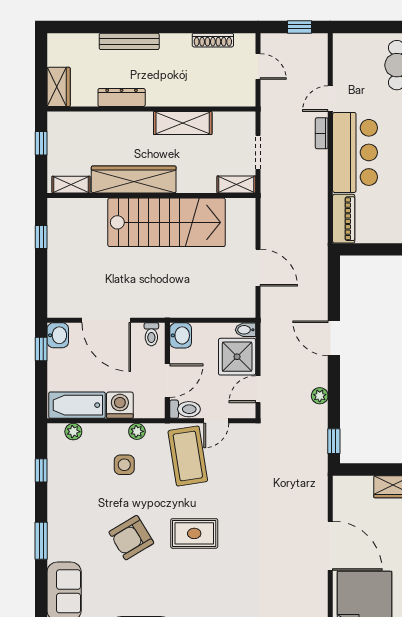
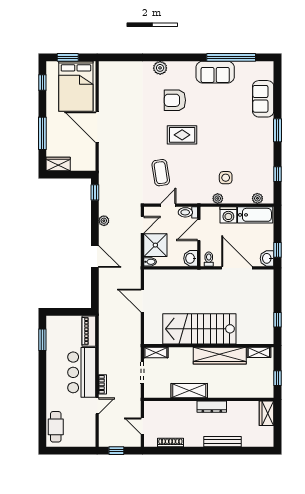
dresser: (122, 97) -> (212, 407), moved
coffee table: (188, 456) -> (161, 173), moved, width x0.73, depth x0.76
armchair: (131, 538) -> (175, 100), moved, turned -149

